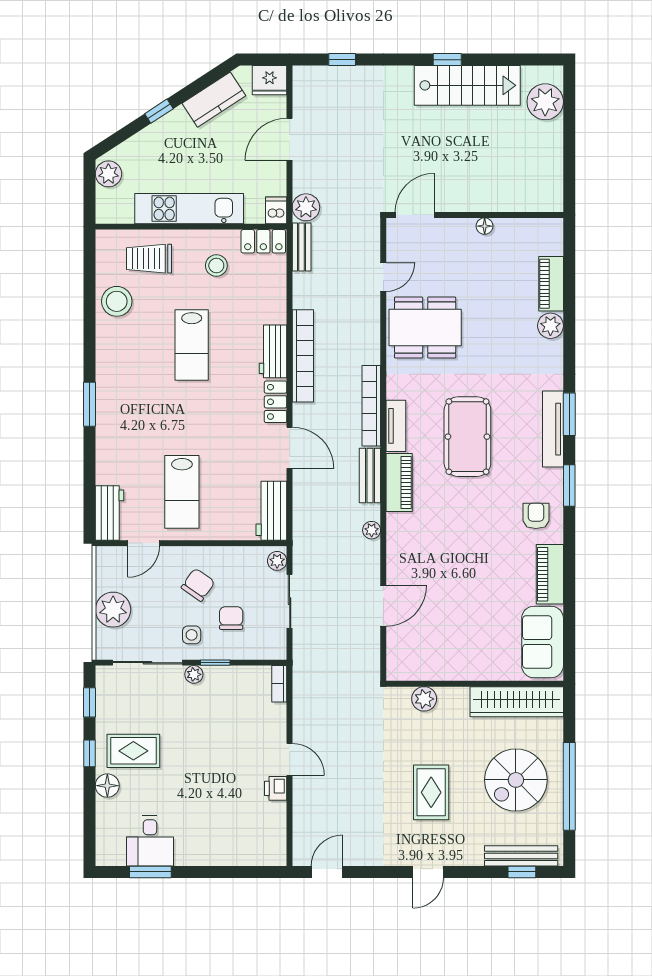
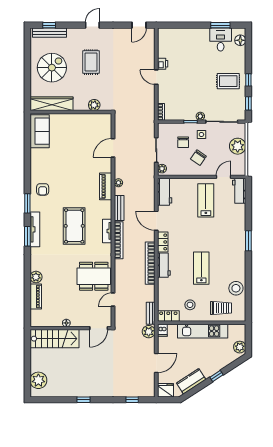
stairs: (467, 85) -> (54, 339), moved, turned 180
piano: (399, 483) -> (106, 186), moved
piano: (550, 574) -> (36, 162), removed
floor lamp: (107, 786) -> (240, 40), moved
window: (569, 786) -> (27, 65), removed

